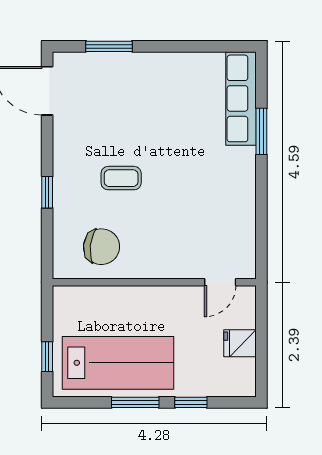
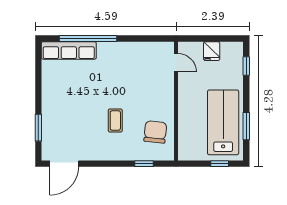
window: (261, 131) -> (88, 39), width x2.11
window: (47, 192) -> (144, 164), moved
window: (135, 402) -> (246, 126), moved
window: (191, 402) -> (246, 66), moved

